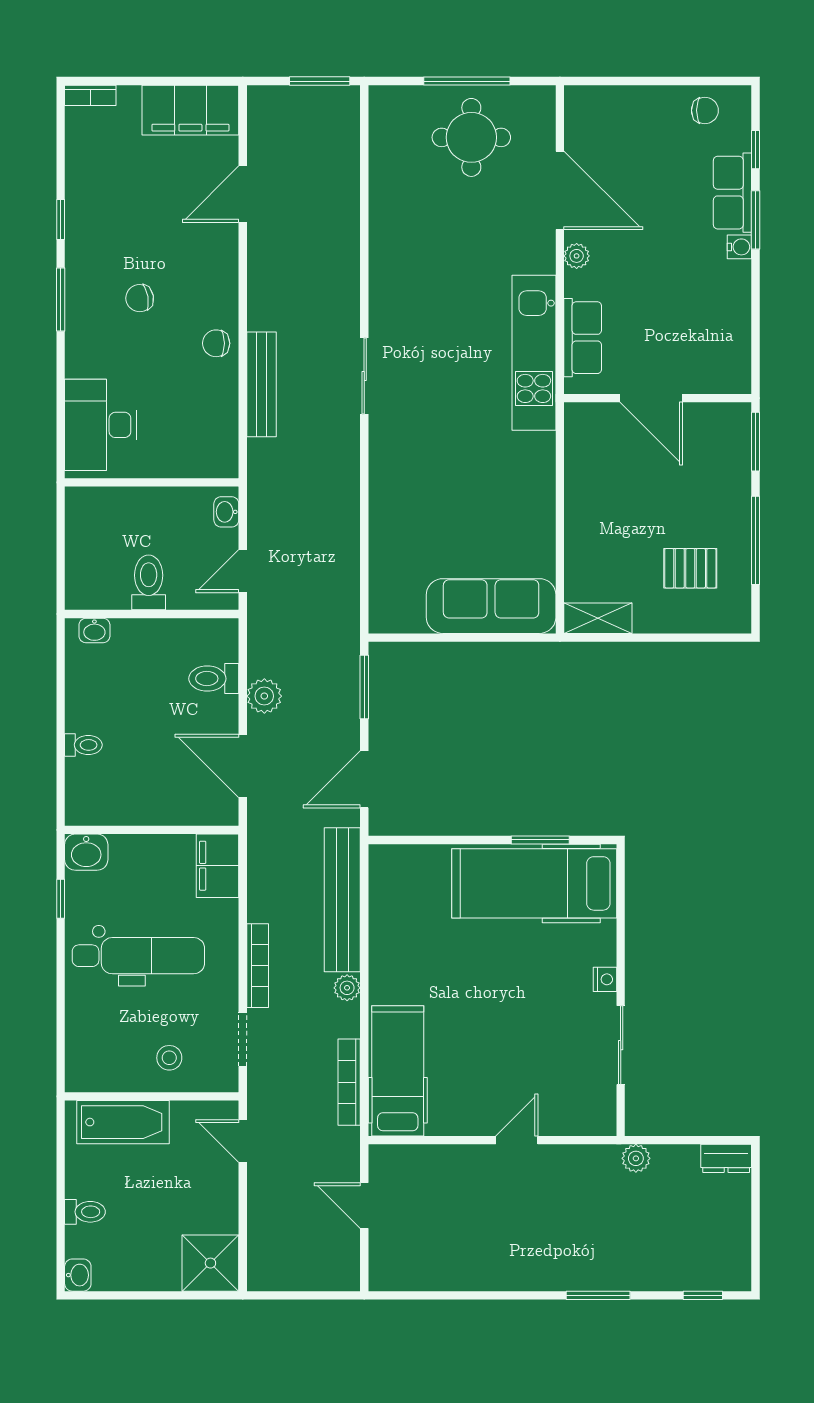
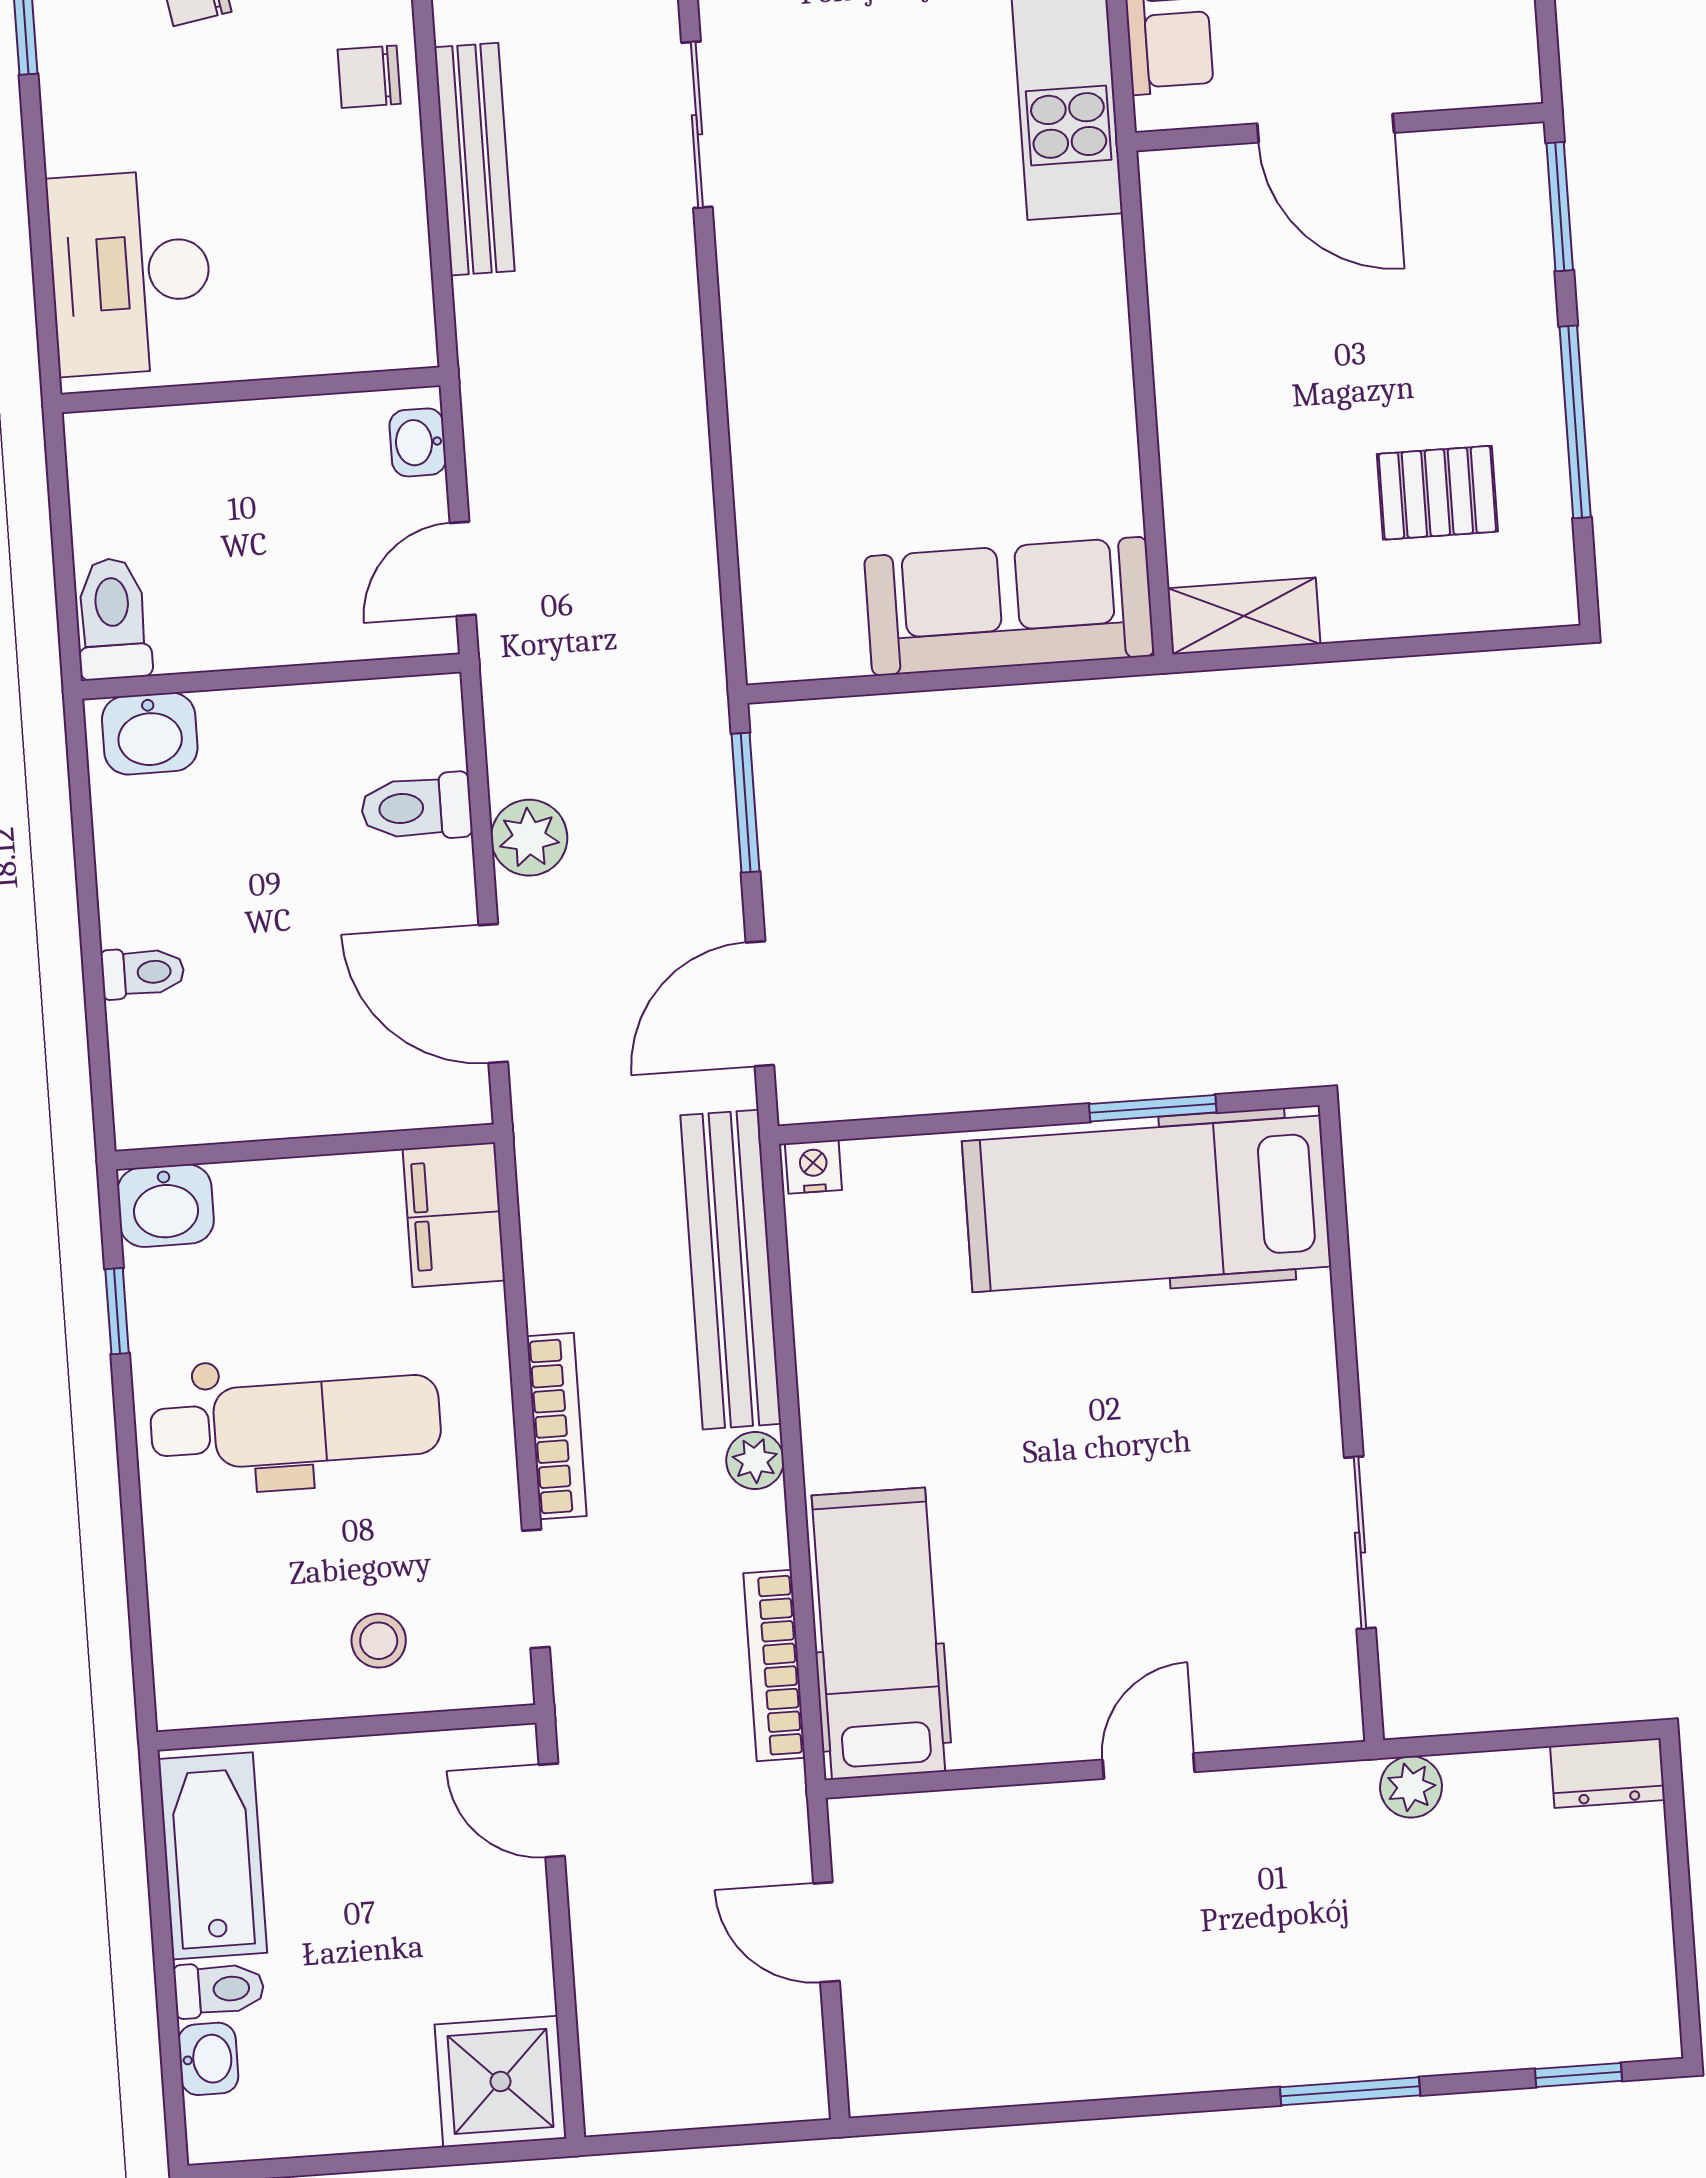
toilet: (149, 582) -> (113, 619), moved
washbasin: (94, 630) -> (150, 734), width x1.38, depth x1.45
nightstand: (605, 979) -> (813, 1167), moved, turned -90
bathtub: (123, 1122) -> (213, 1856), moved, turned -90
washbasin: (78, 1275) -> (208, 2059), moved

